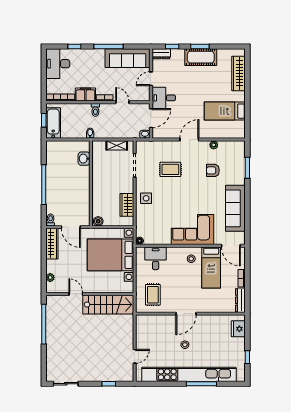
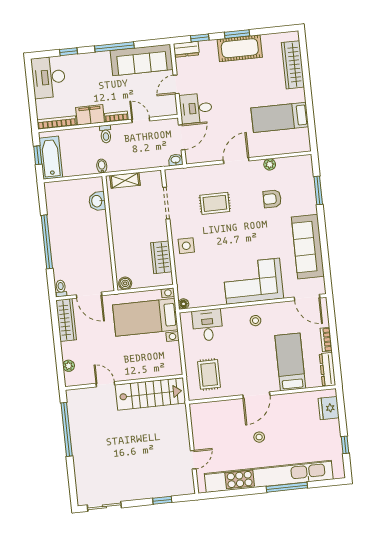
shelving: (117, 145) -> (125, 180), moved
bed with nightstands: (110, 255) -> (145, 317), width x0.73
bed: (211, 268) -> (290, 362), moved, turned 180

